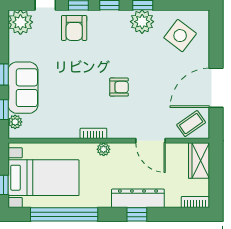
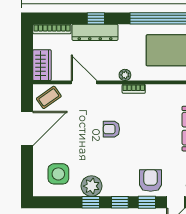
side table: (180, 36) -> (58, 174), turned -37
bookcase: (195, 202) -> (52, 29), width x1.56

